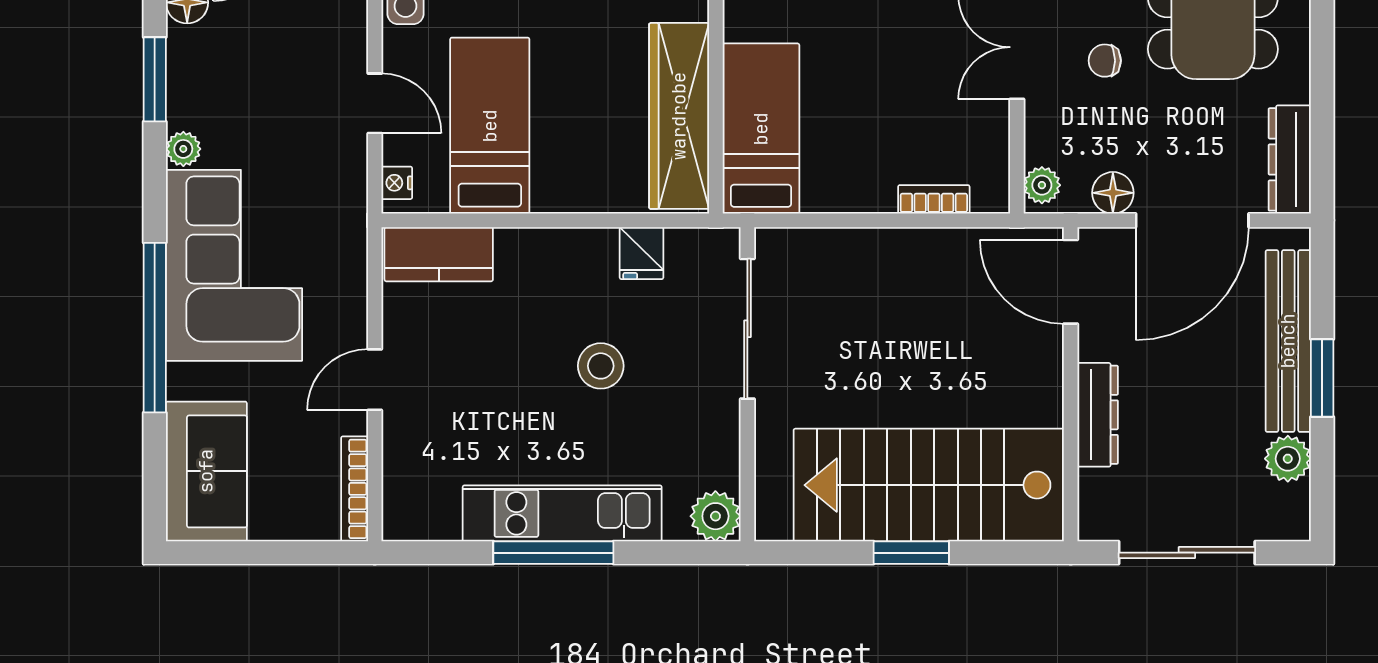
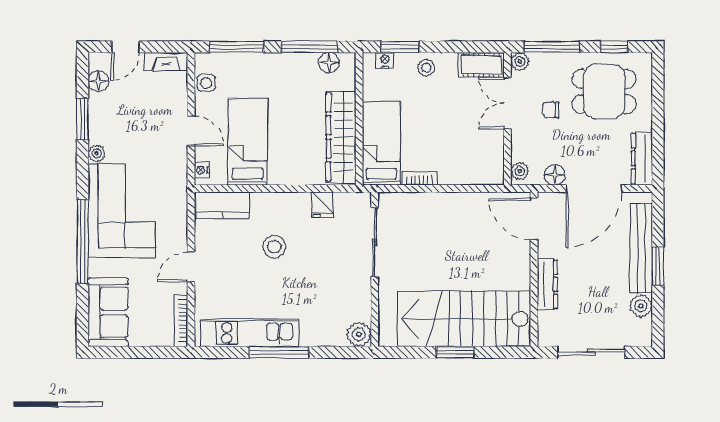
bookcase: (934, 199) -> (420, 178), moved
stool: (601, 366) -> (274, 247), moved
kitchen unit: (562, 513) -> (249, 333), moved

